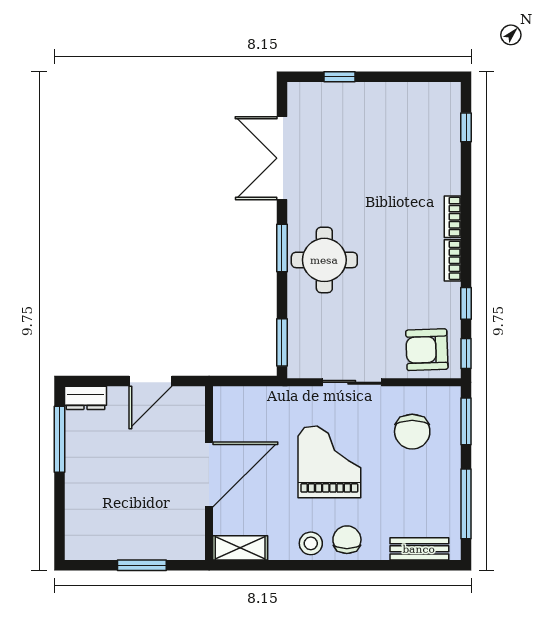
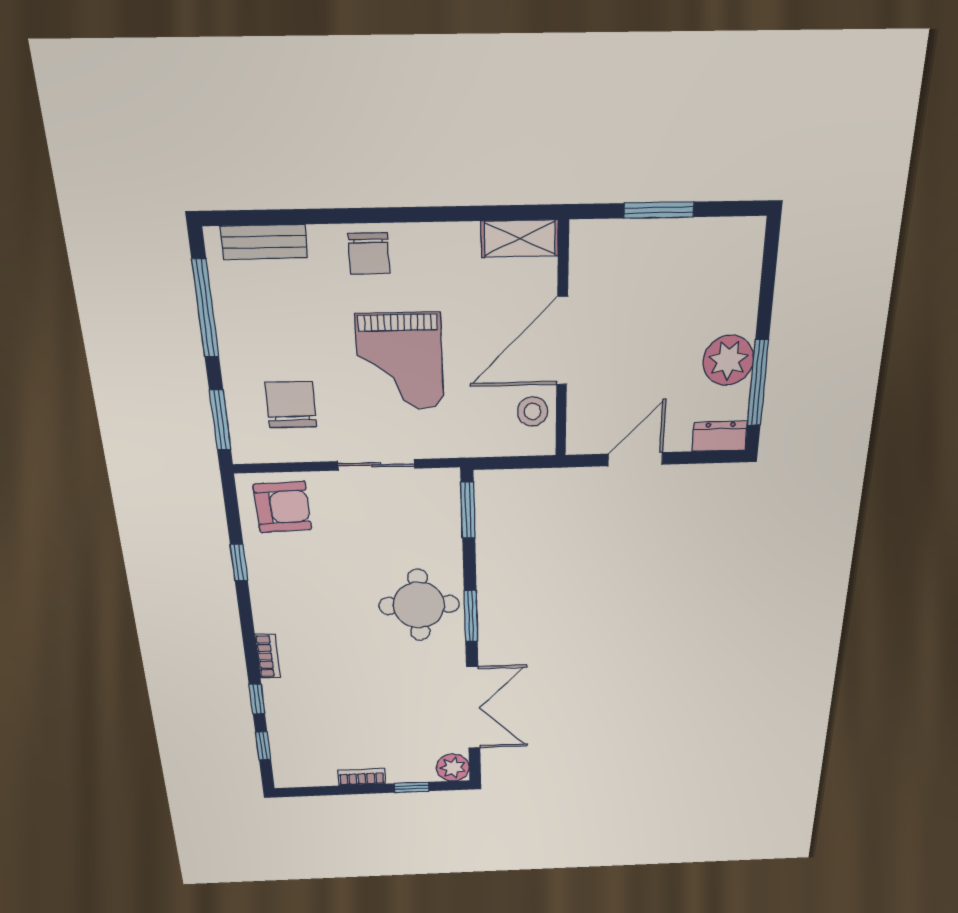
plant: (302, 96) -> (453, 768), added
bookcase: (453, 260) -> (362, 777), moved, turned -90
window: (466, 353) -> (257, 699), moved
plant: (84, 457) -> (728, 360), added
stool: (311, 543) -> (533, 411), moved

